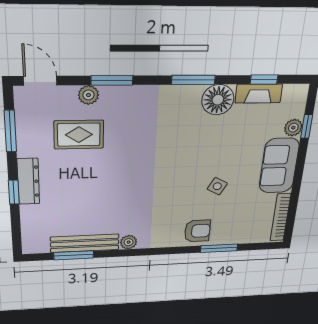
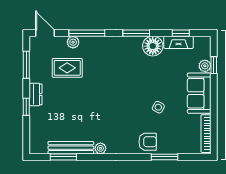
window: (112, 80) -> (87, 33), width x1.44
dresser: (28, 181) -> (36, 94), width x0.70

